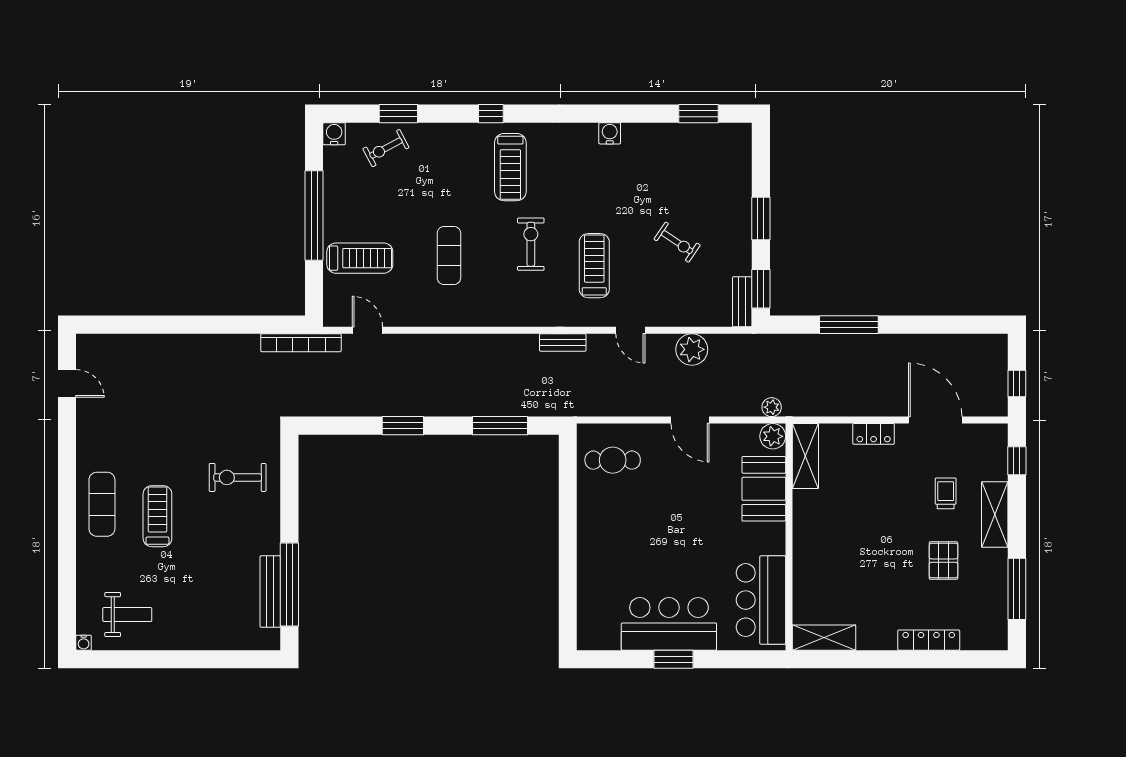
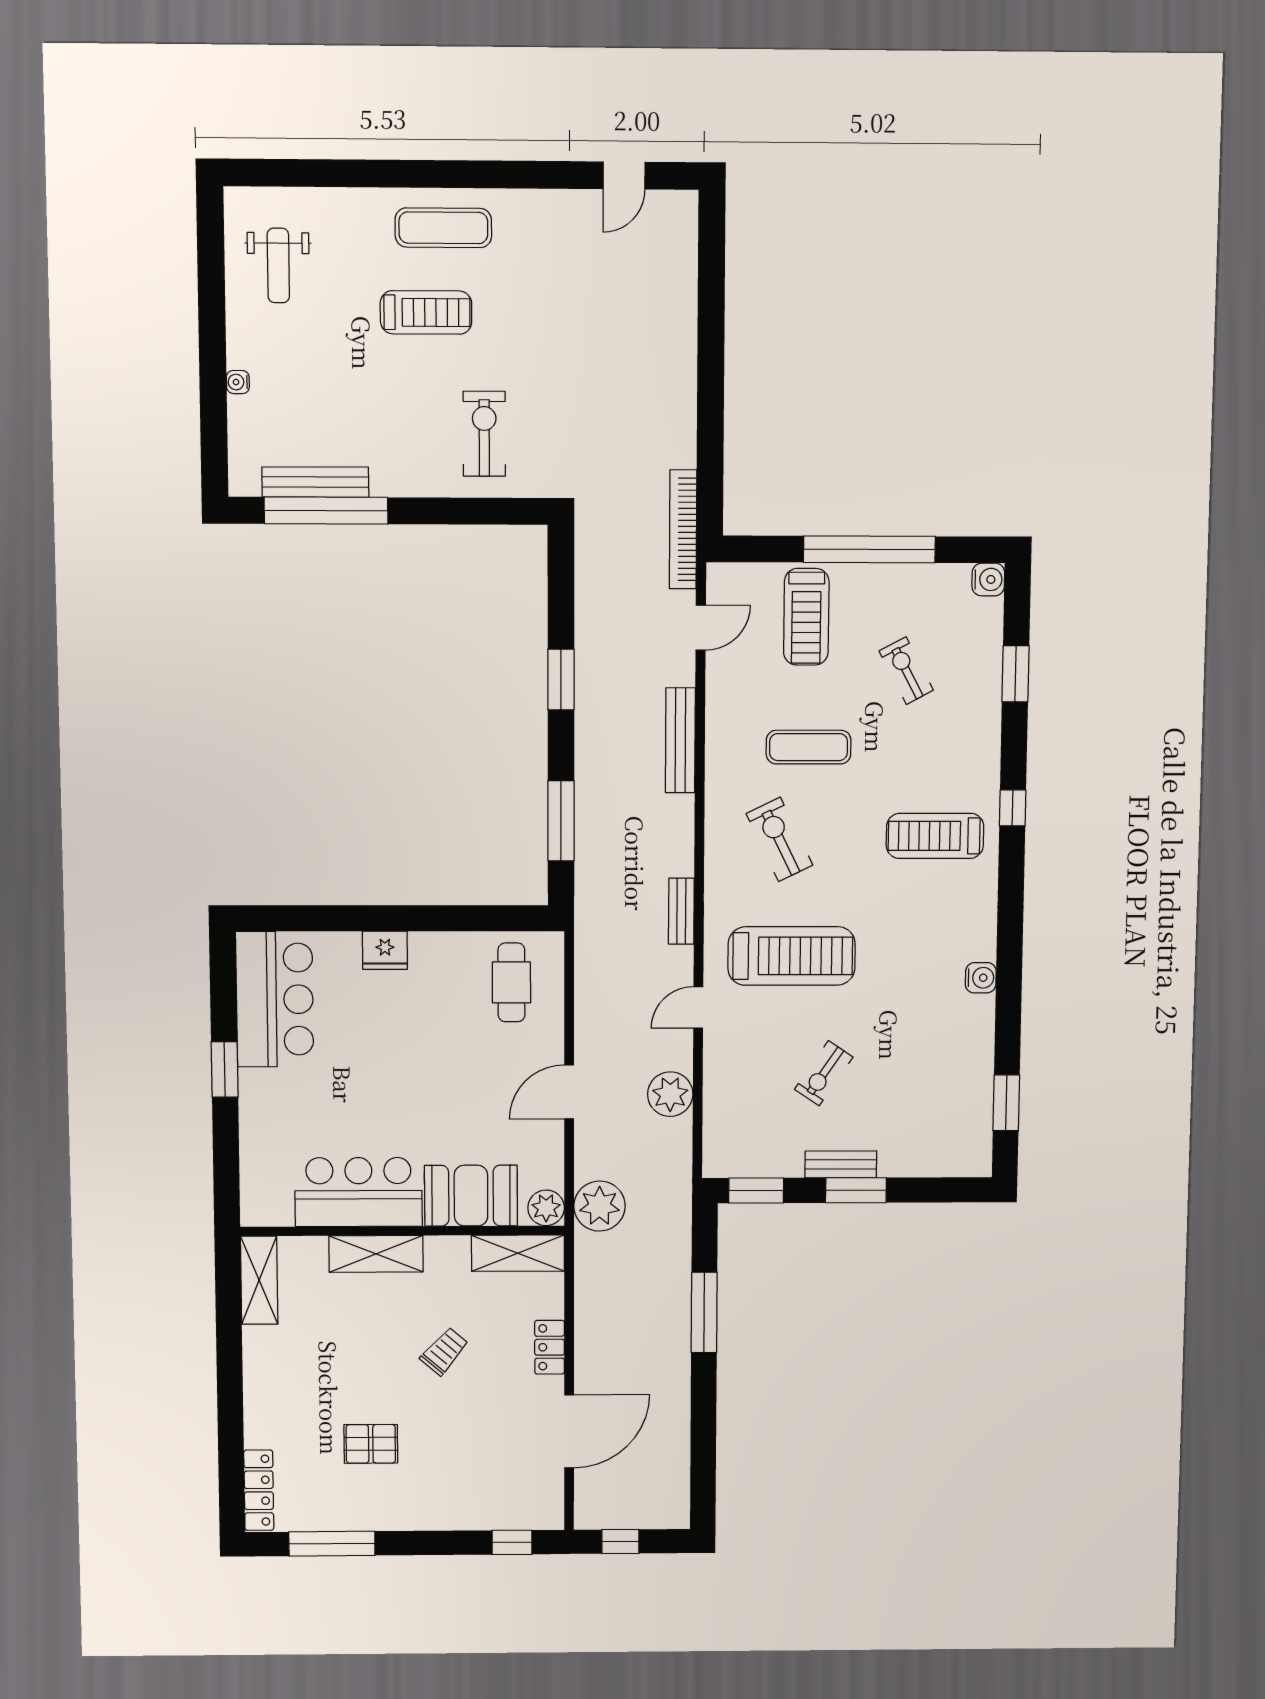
exercise bike: (386, 148) -> (906, 671), moved
exercise bike: (531, 244) -> (779, 839), moved, turned -116
treadmill: (594, 266) -> (792, 956), width x1.37, depth x1.38
bench: (742, 302) -> (841, 1164), moved
bench: (444, 344) -> (680, 740), added
plant: (772, 407) -> (600, 1206), width x1.87, depth x1.87
trolley: (946, 493) -> (444, 1351), moved, turned -49
shelving: (995, 515) -> (376, 1254), moved
fridge: (590, 547) -> (385, 950), added
bar counter: (761, 600) -> (359, 1192), moved
bar counter: (669, 624) -> (275, 999), moved
locker: (929, 640) -> (259, 1490), moved
water cooler: (84, 643) -> (238, 382), moved

